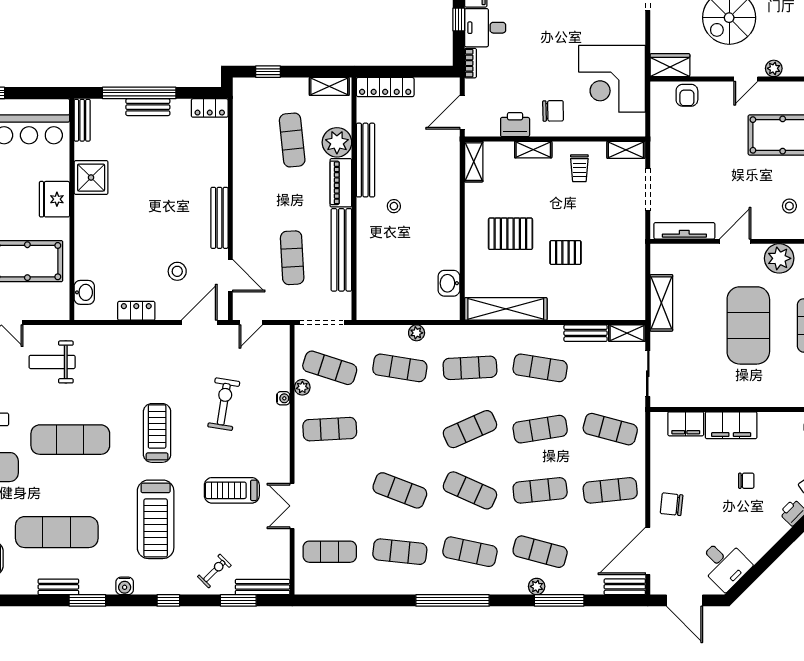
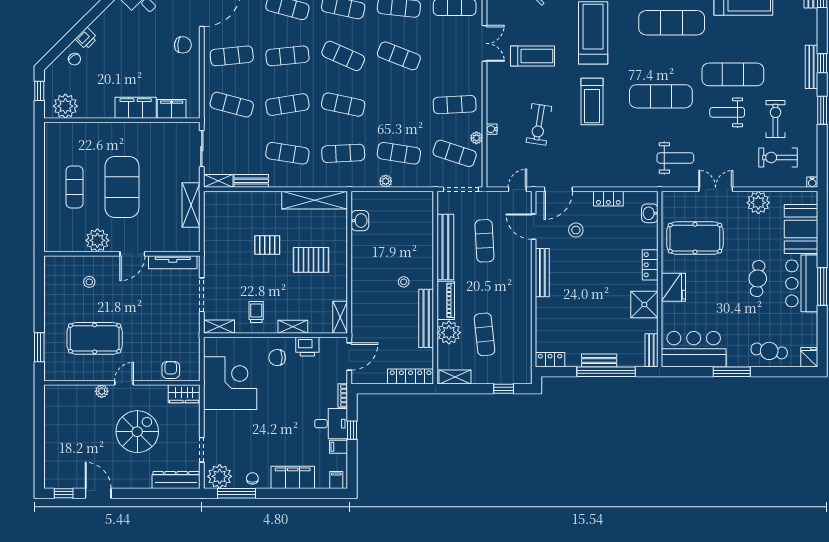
locker: (84, 228) -> (650, 265), added
exercise mat: (470, 429) -> (343, 105), turned 36
chair: (746, 481) -> (124, 64), removed

